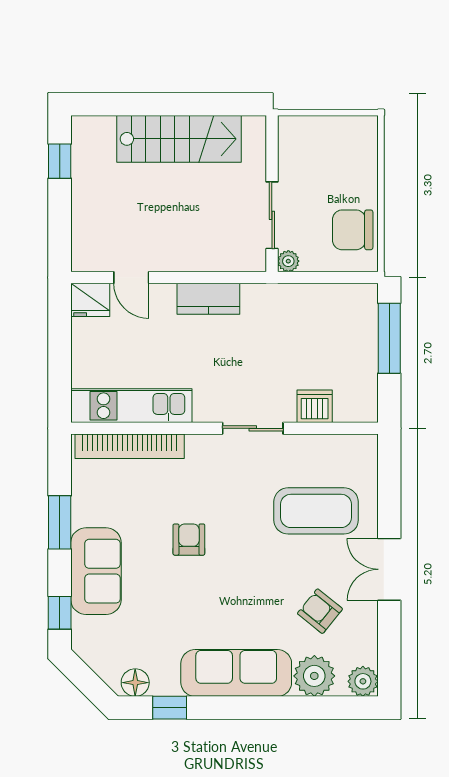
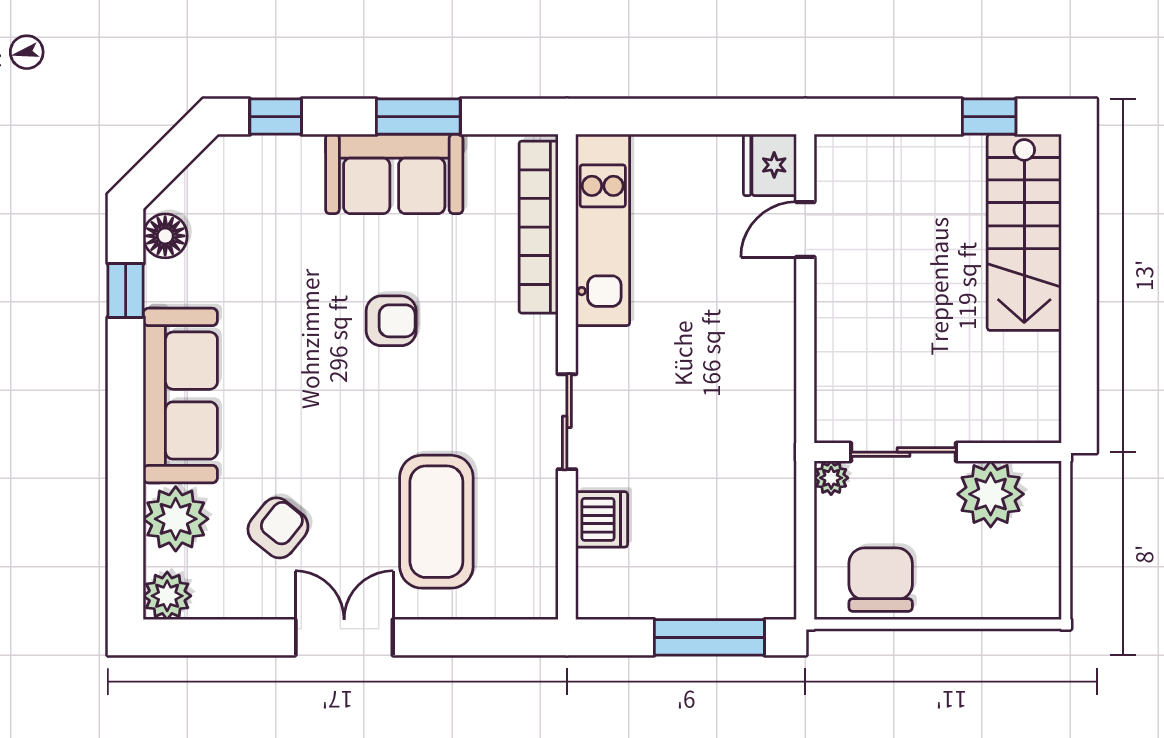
stairs: (179, 139) -> (1024, 232), moved
plant: (299, 160) -> (991, 494), added
kitchen counter: (208, 299) -> (772, 352), removed
sofa: (96, 571) -> (394, 174), moved

